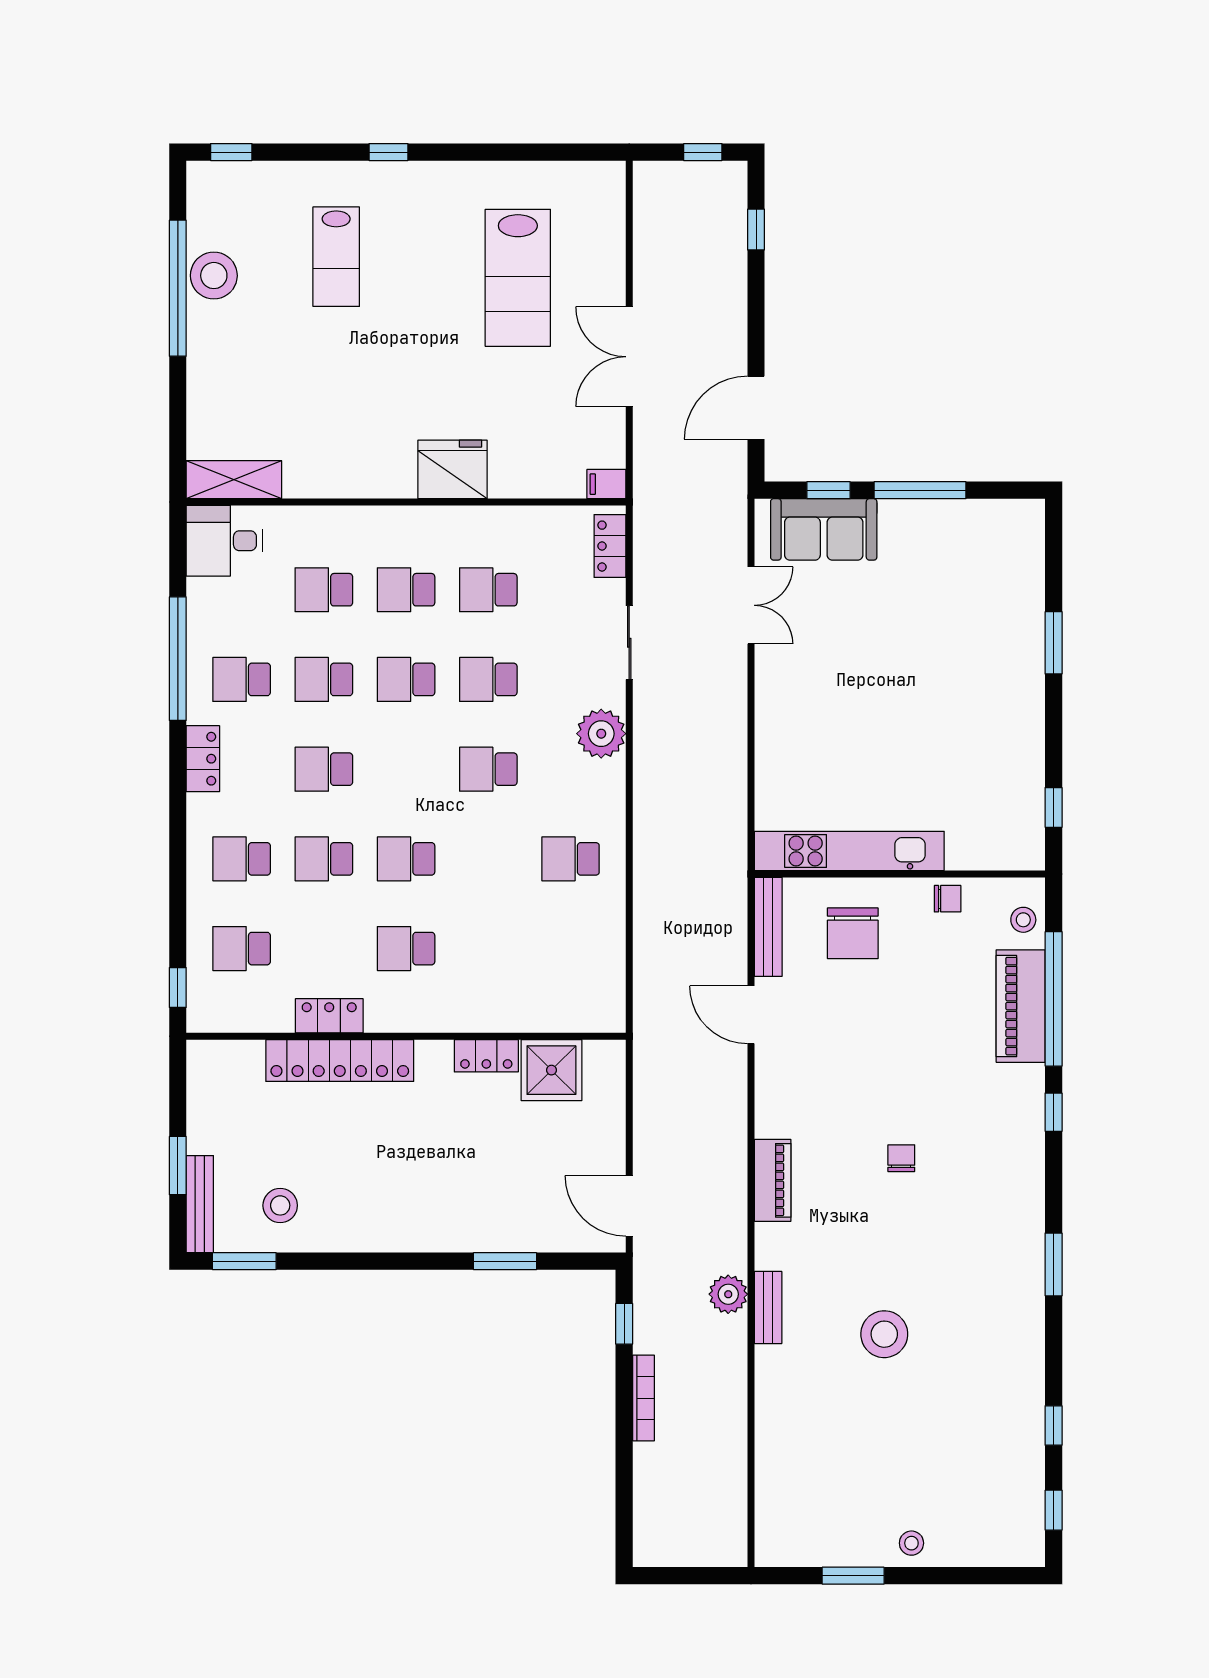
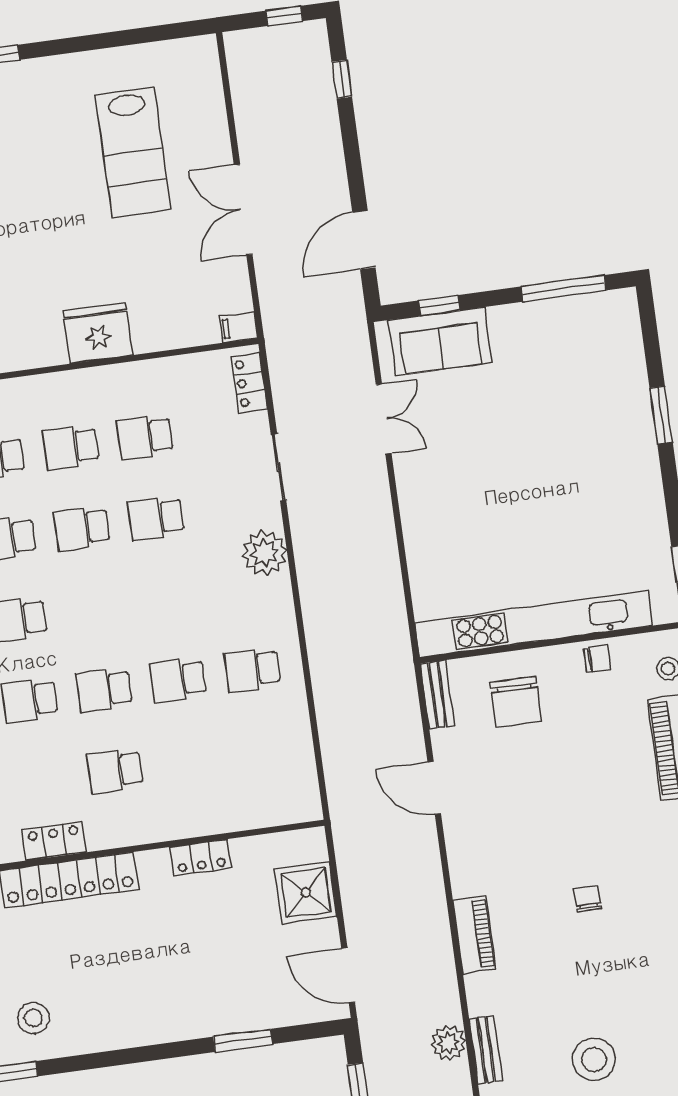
window: (920, 490) -> (564, 288), moved
school desk: (488, 769) -> (178, 680), moved
kitchen unit: (849, 851) -> (534, 624), width x1.36
bench: (768, 927) -> (437, 695), width x0.73
shower: (551, 1070) -> (306, 893), moved

